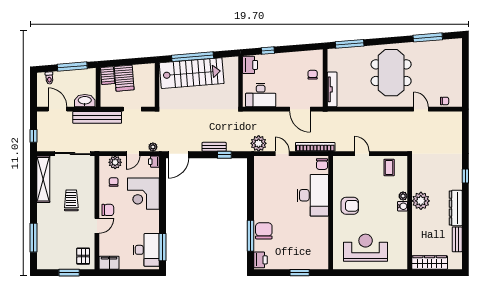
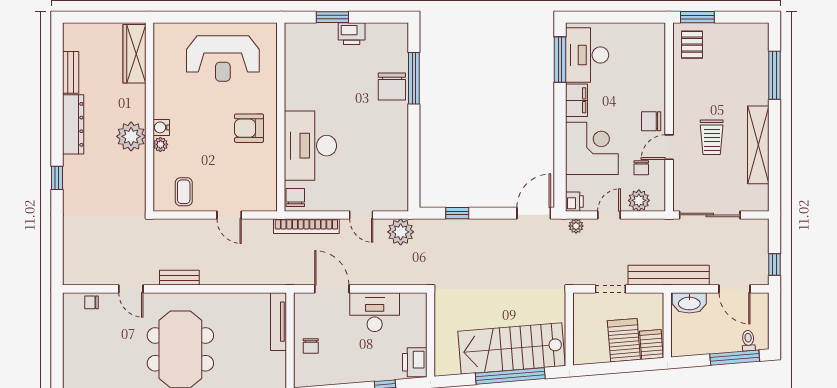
window: (72, 67) -> (735, 358), moved
desk: (261, 95) -> (375, 312), moved
window: (33, 136) -> (774, 264), moved
bench: (214, 147) -> (179, 278), moved
shelving: (43, 179) -> (758, 145), moved
door: (97, 226) -> (669, 147), moved
printer: (260, 260) -> (352, 34), moved, turned -90
wardrobe: (430, 262) -> (134, 54), moved, turned 90
filing cabinet: (109, 263) -> (576, 100), moved, turned -90
window: (69, 273) -> (697, 17), moved

